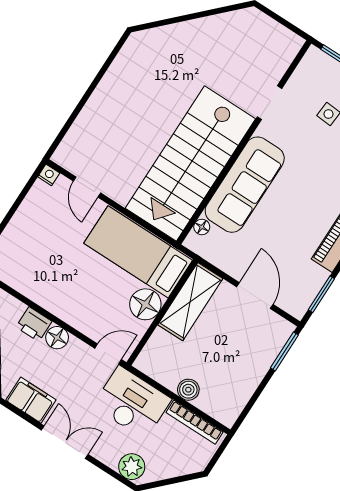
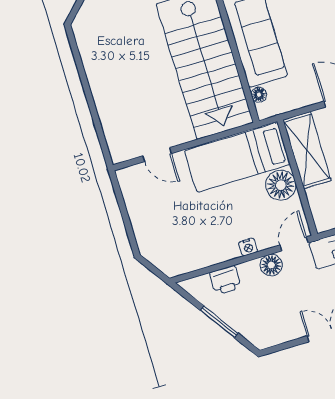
nightstand: (49, 175) -> (248, 247), moved, turned 180
floor lamp: (57, 338) -> (271, 265), moved
filing cabinet: (31, 400) -> (280, 330), removed

